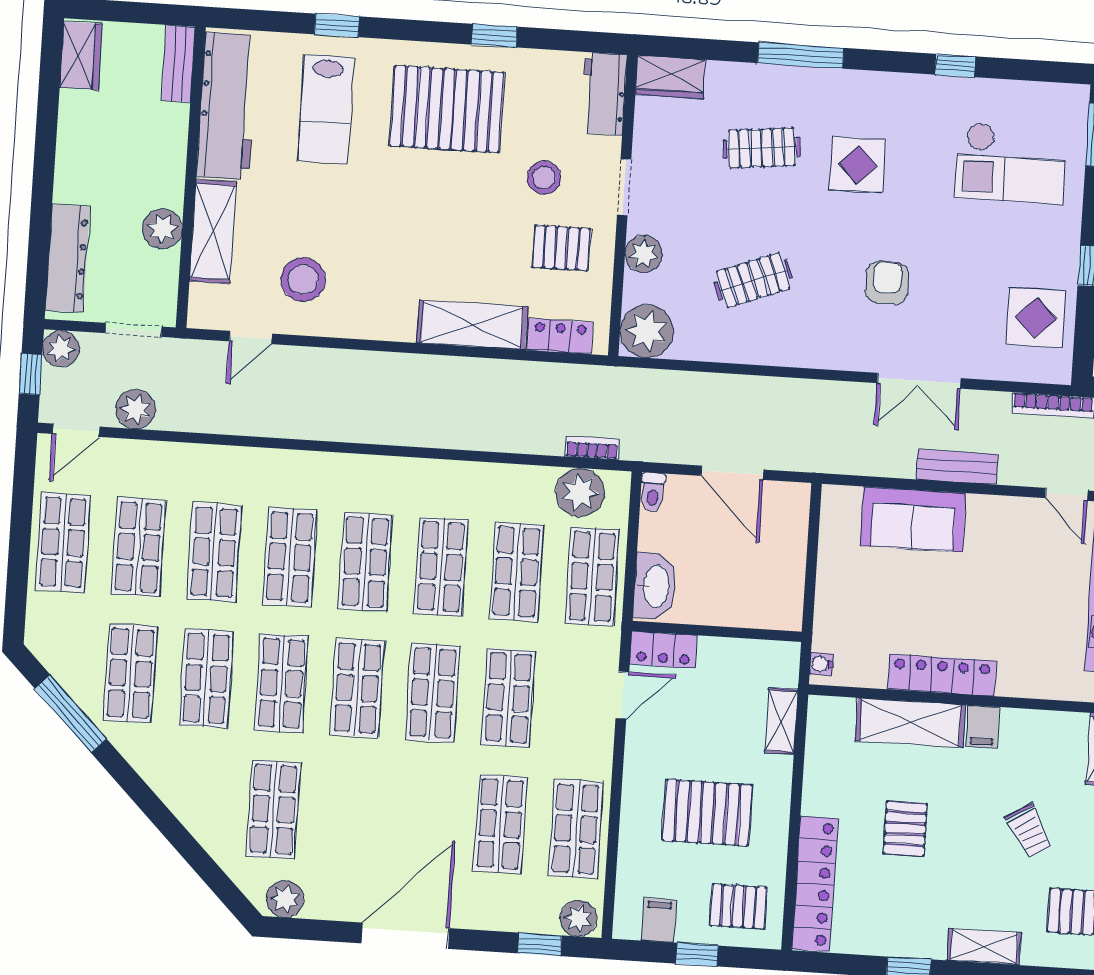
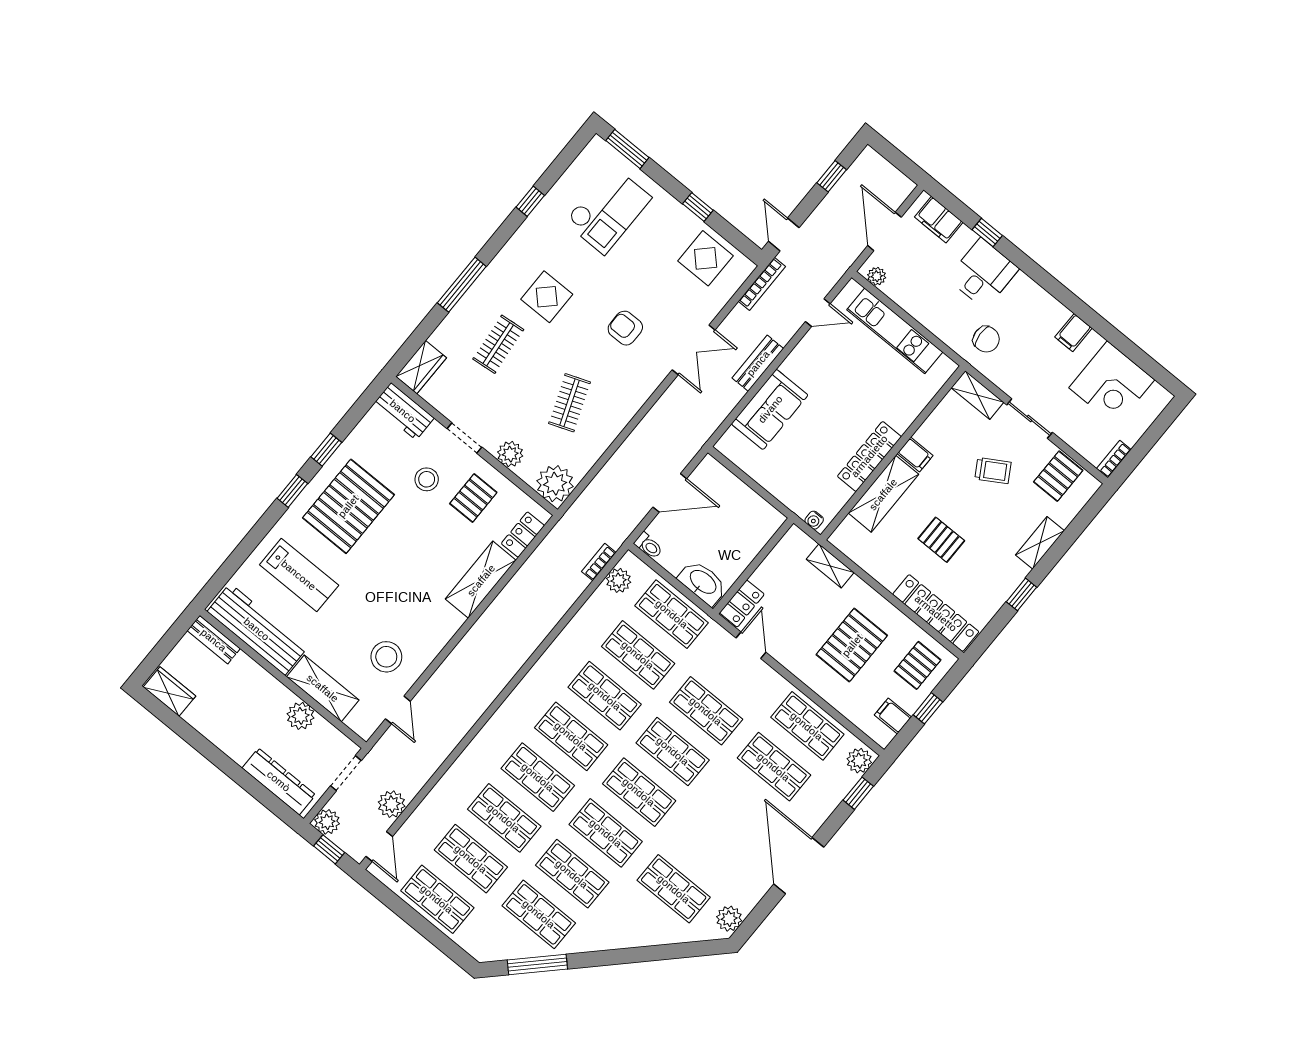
window: (337, 25) -> (292, 491), moved
plant: (580, 492) -> (619, 580), width x0.73, depth x0.73

